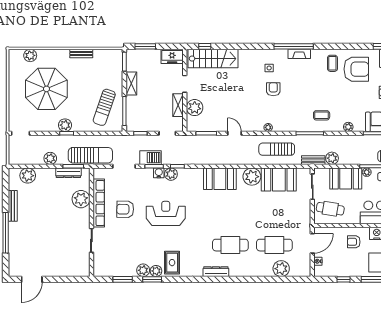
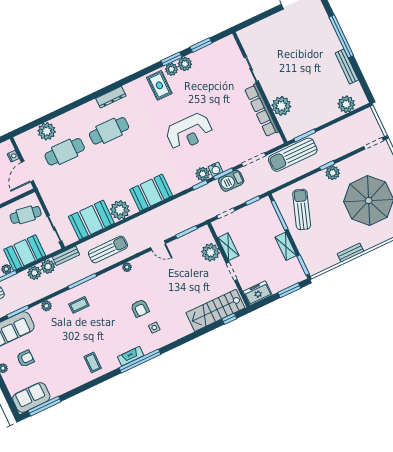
armchair: (356, 69) -> (66, 368), removed
plant: (50, 158) -> (34, 273), moved
dresser: (68, 173) -> (307, 126), removed
armchair: (125, 209) -> (232, 117), removed

